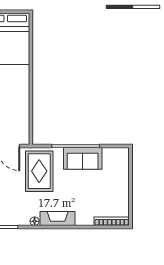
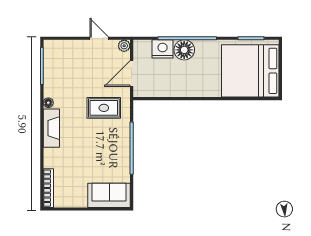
sofa: (83, 158) -> (109, 195), moved, turned 90
rug: (39, 171) -> (104, 108), width x0.73, depth x0.70

